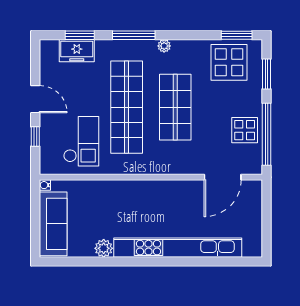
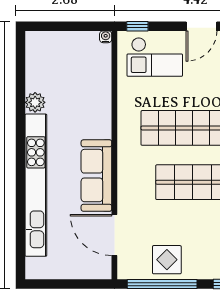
window: (35, 136) -> (137, 26), moved
checkout: (81, 141) -> (155, 57), moved
sofa: (53, 224) -> (96, 176), moved, turned 90

